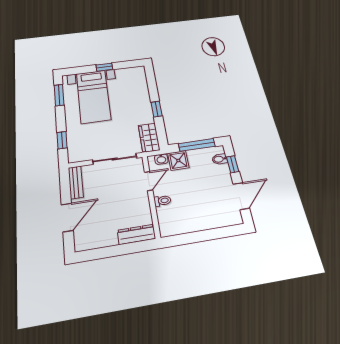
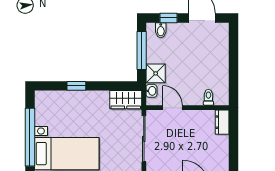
window: (104, 67) -> (30, 137), width x3.17
window: (157, 109) -> (76, 86), moved
toilet: (162, 201) -> (208, 97), moved
dresser: (136, 234) -> (222, 122), width x0.70

